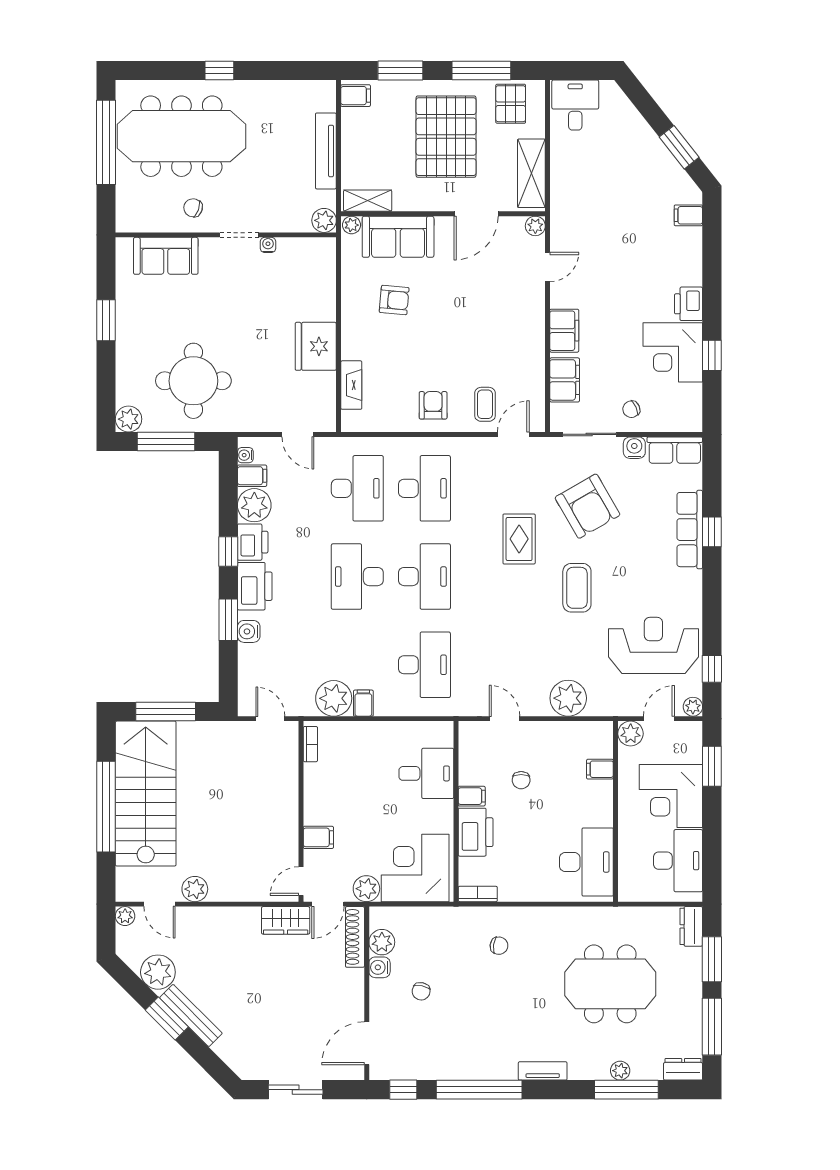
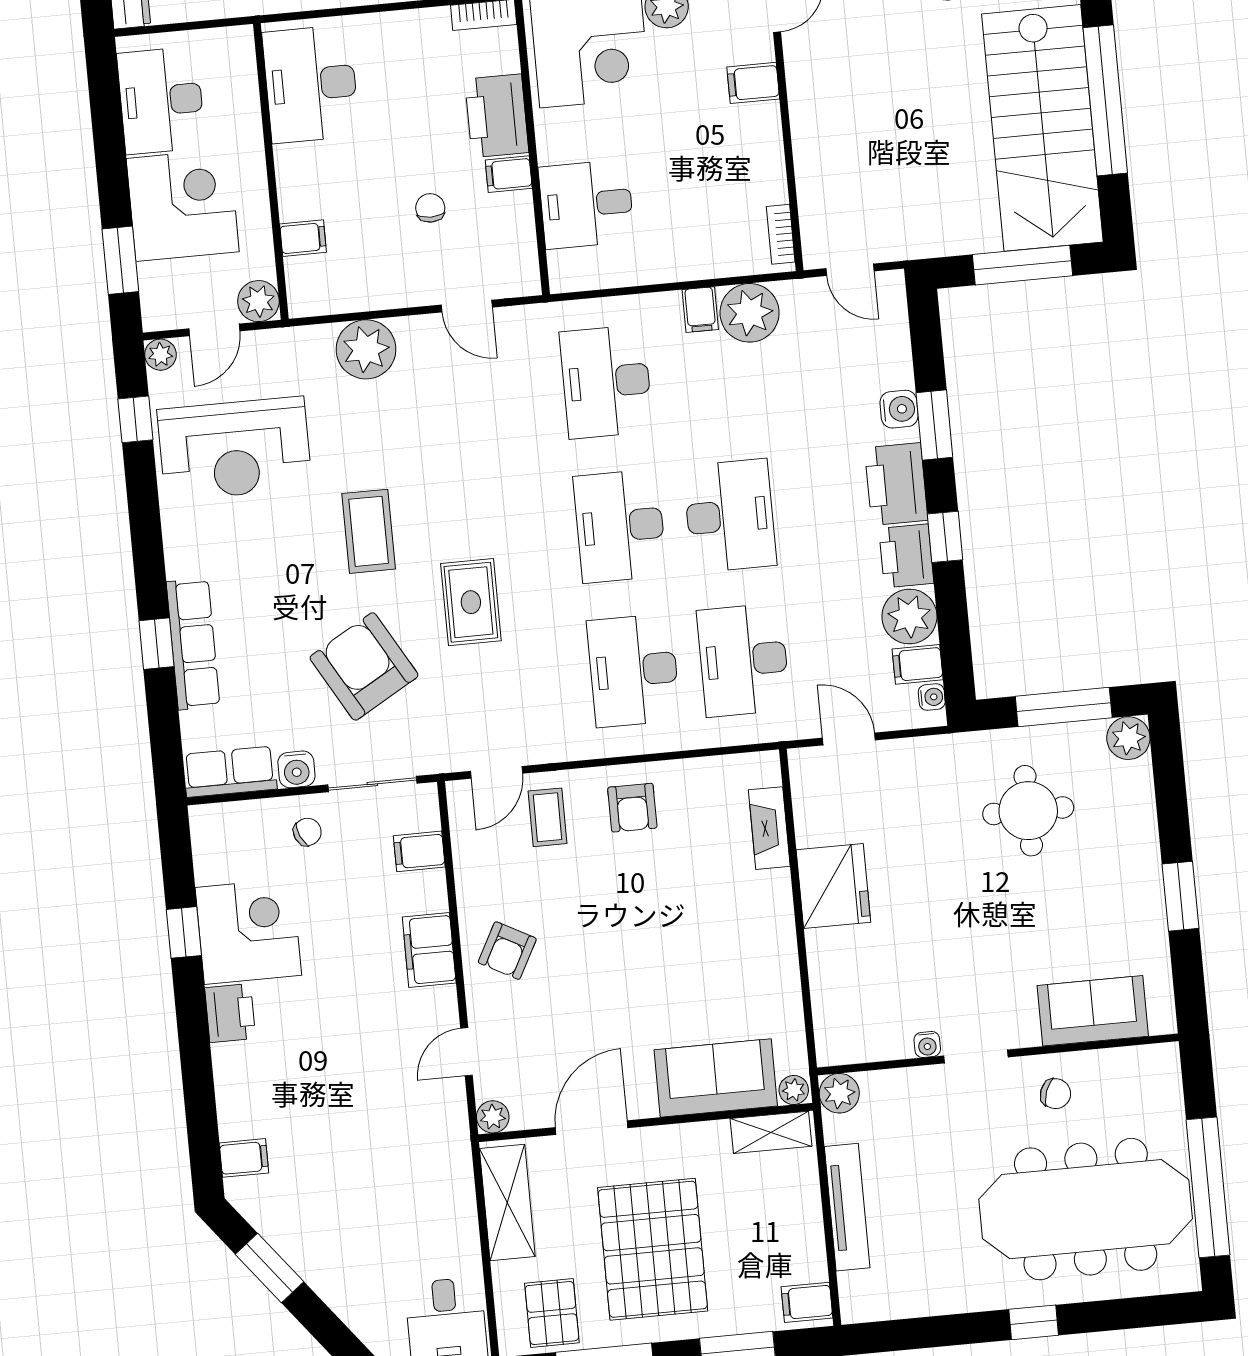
armchair: (394, 300) -> (507, 951), moved, turned -67
filing cabinet: (565, 380) -> (419, 851), width x0.50
round table: (193, 381) -> (1028, 811), width x0.73, depth x0.73

